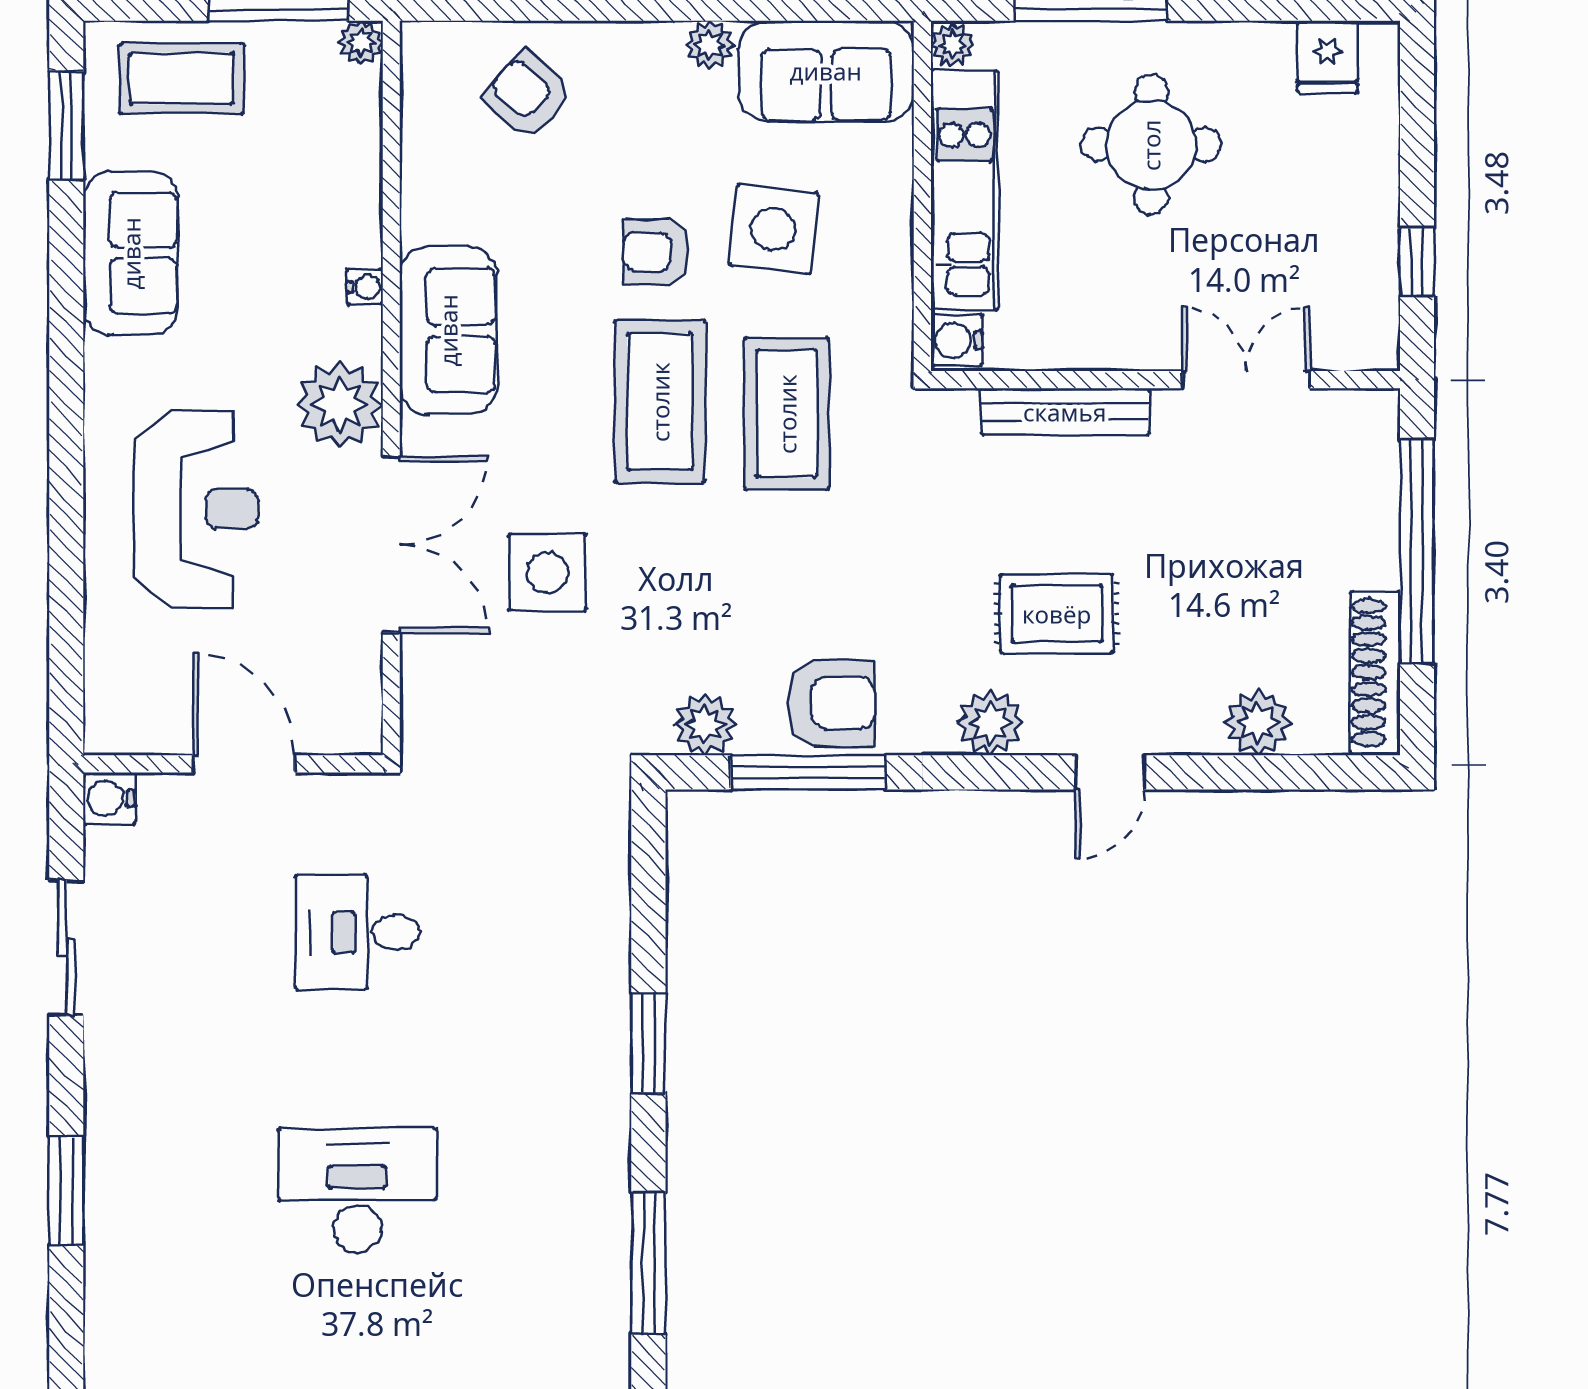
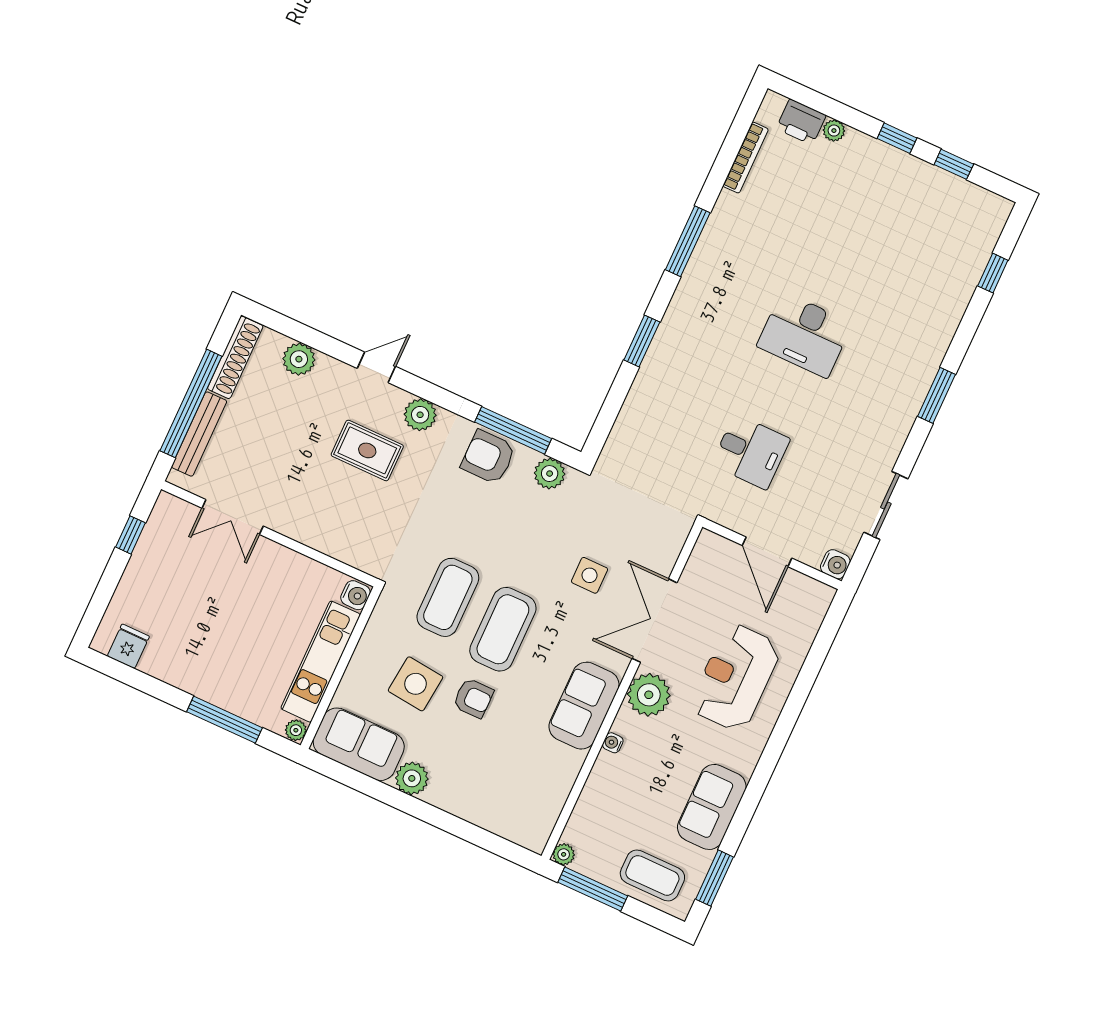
plant: (710, 45) -> (412, 778), width x1.38, depth x1.38
armchair: (528, 95) -> (499, 796), removed
round table: (1151, 145) -> (227, 643), removed
bench: (1065, 412) -> (199, 434), moved, turned 90
side table: (547, 572) -> (590, 575), width x0.73, depth x0.73

